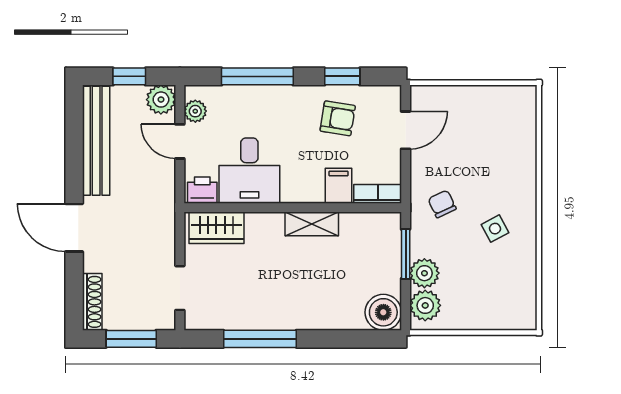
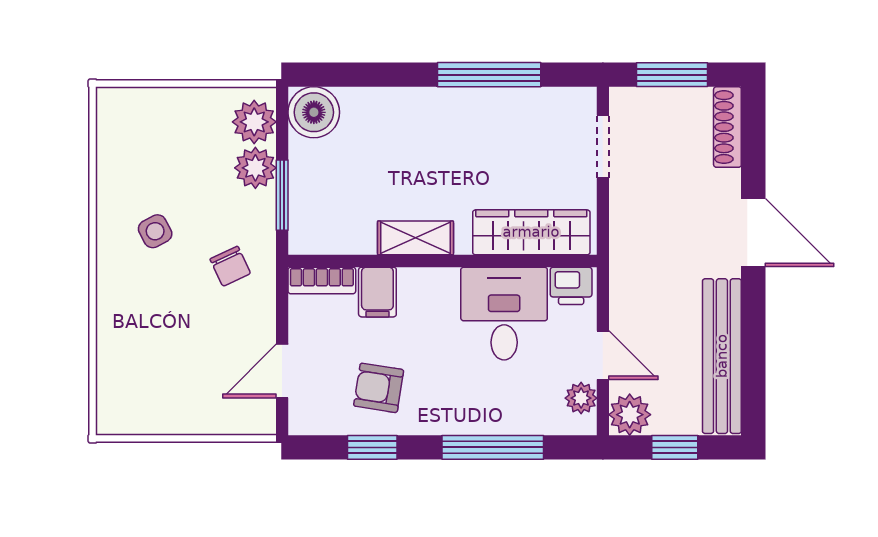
wardrobe: (216, 228) -> (531, 232), width x1.50

